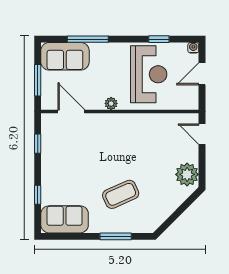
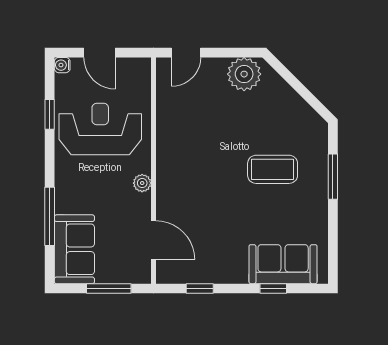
door: (71, 111) -> (154, 240), swing flipped
coffee table: (121, 194) -> (273, 169), turned -66
sofa: (65, 219) -> (283, 264), moved, turned 90

